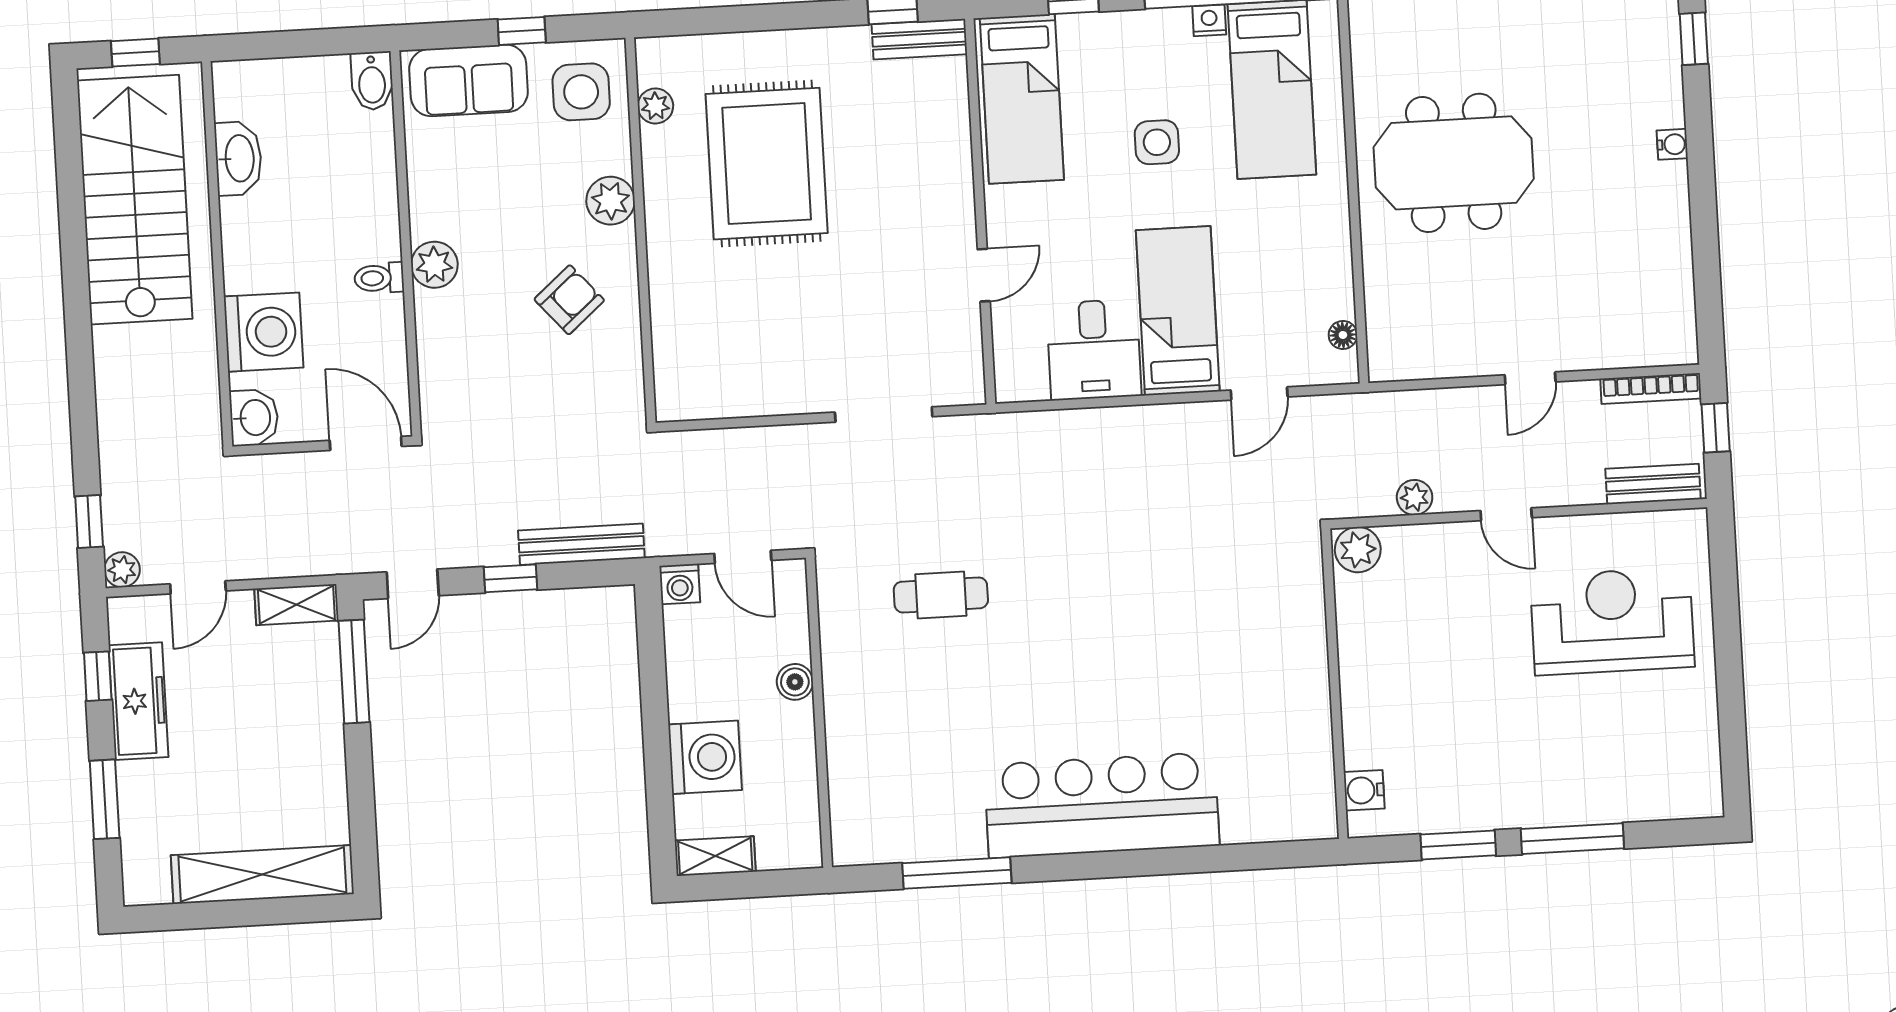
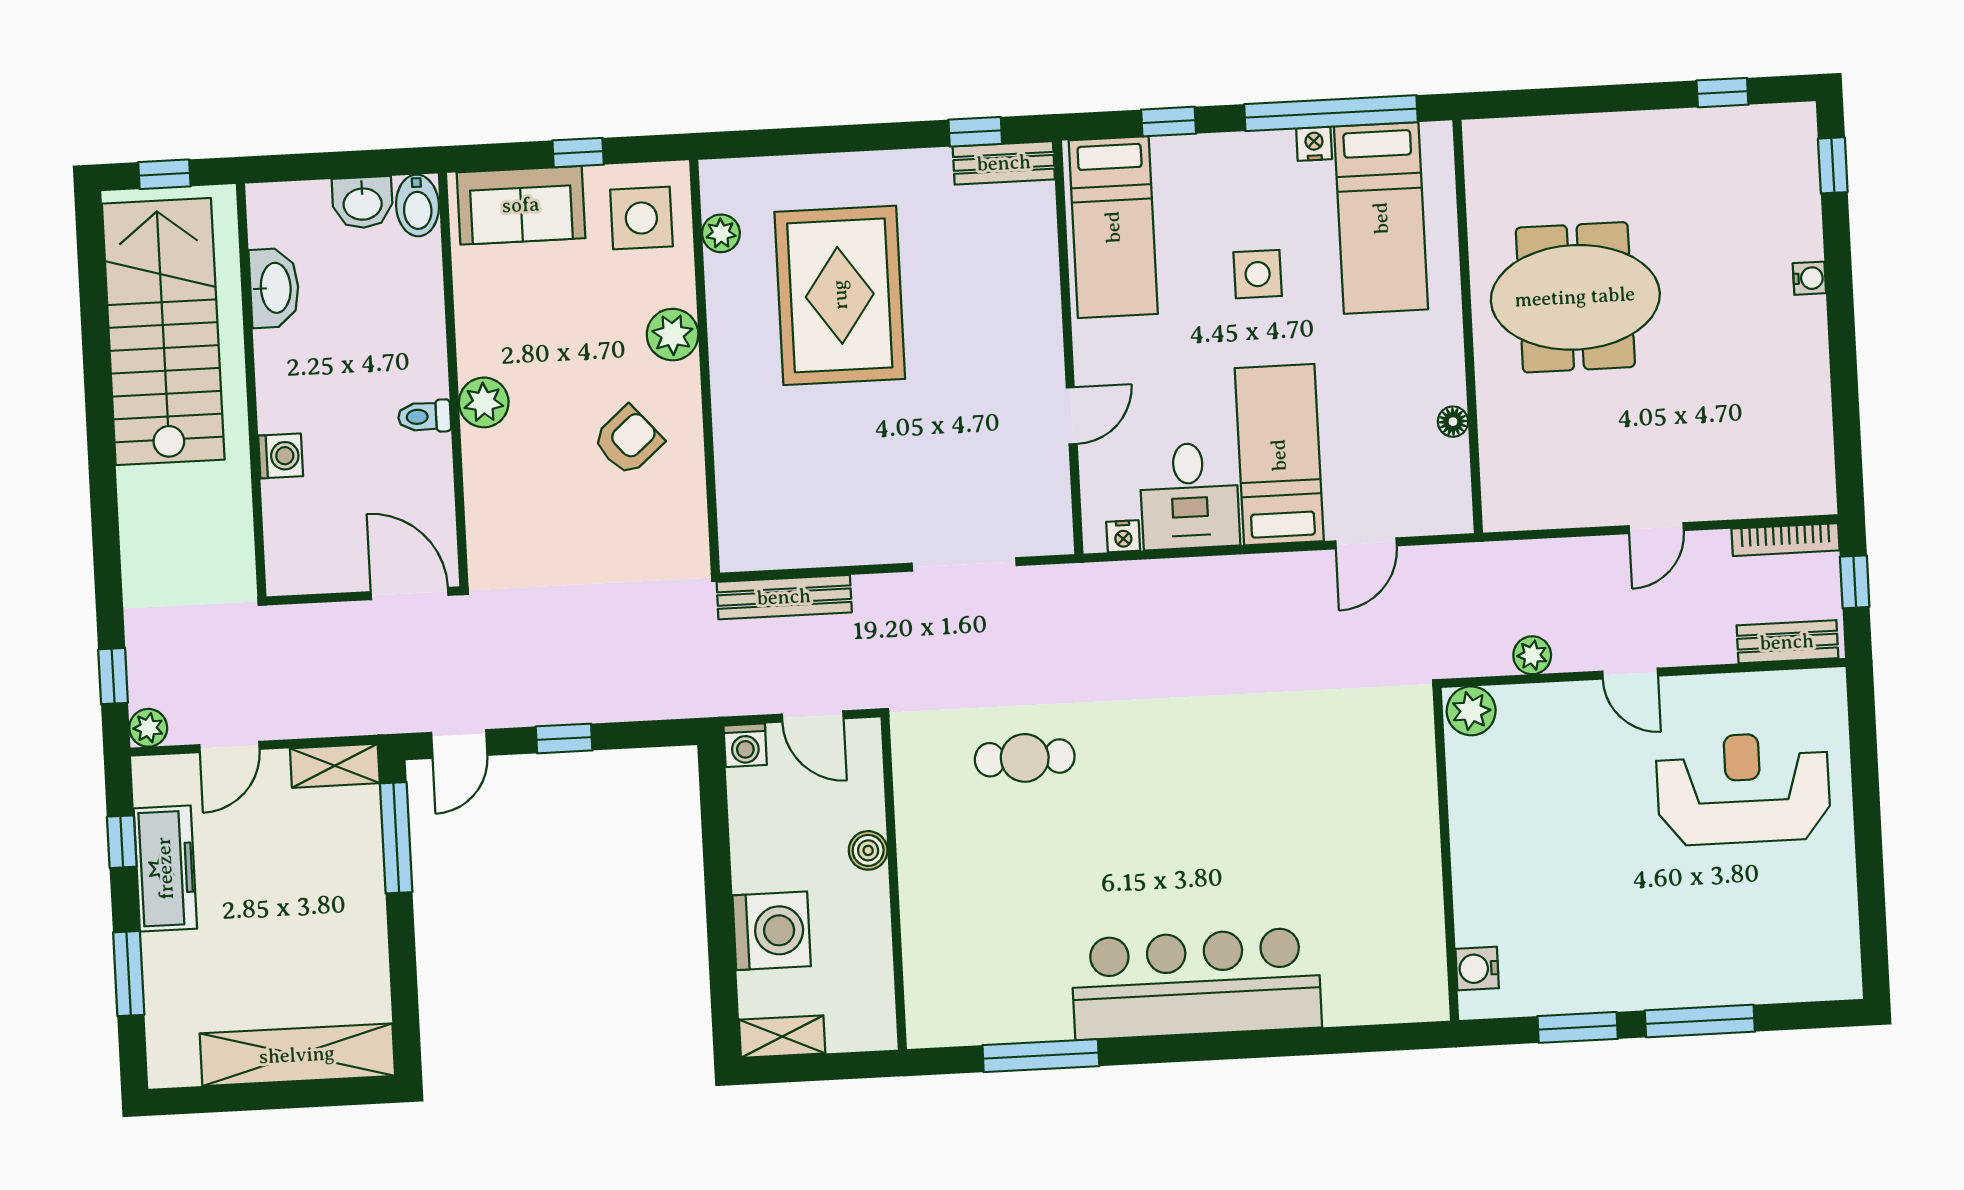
washing machine: (263, 332) -> (281, 456), width x0.53, depth x0.53
floor lamp: (1343, 335) -> (1453, 422), moved
nightstand: (1032, 388) -> (1123, 536), added
washbasin: (254, 418) -> (363, 203), moved, turned 90
bench: (581, 544) -> (784, 597), moved

